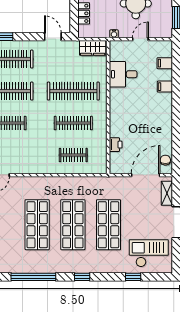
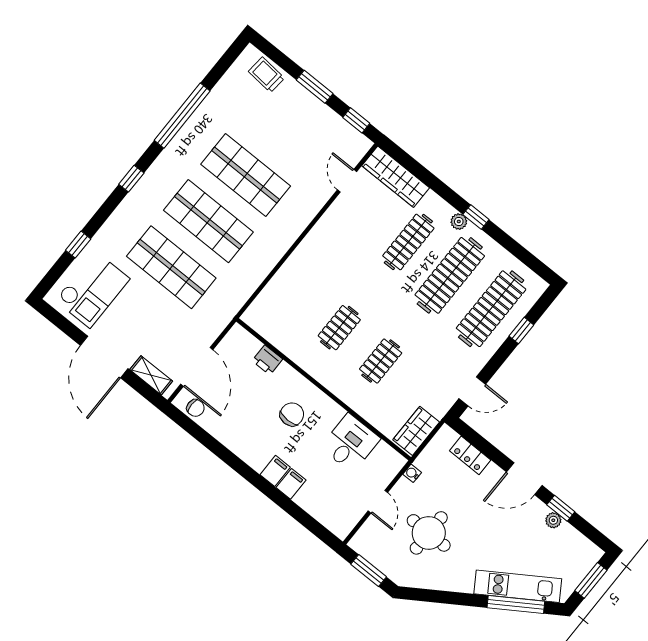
filing cabinet: (165, 63) -> (275, 471), moved
clothes rail: (73, 91) -> (381, 361), width x0.54, depth x0.76
chair: (132, 112) -> (292, 414), added
clothes rail: (73, 123) -> (339, 328), width x0.73
clothes rail: (73, 155) -> (298, 294), removed

